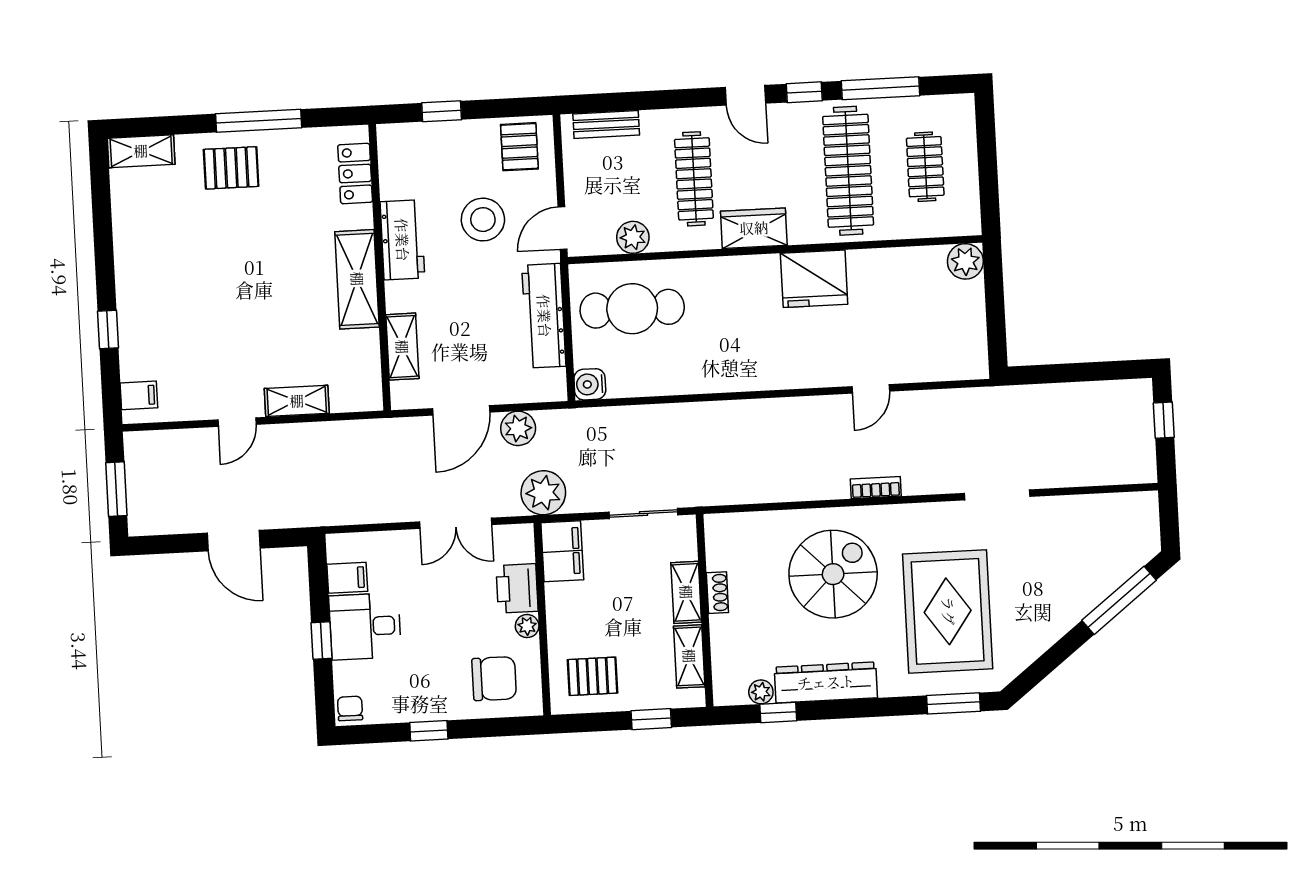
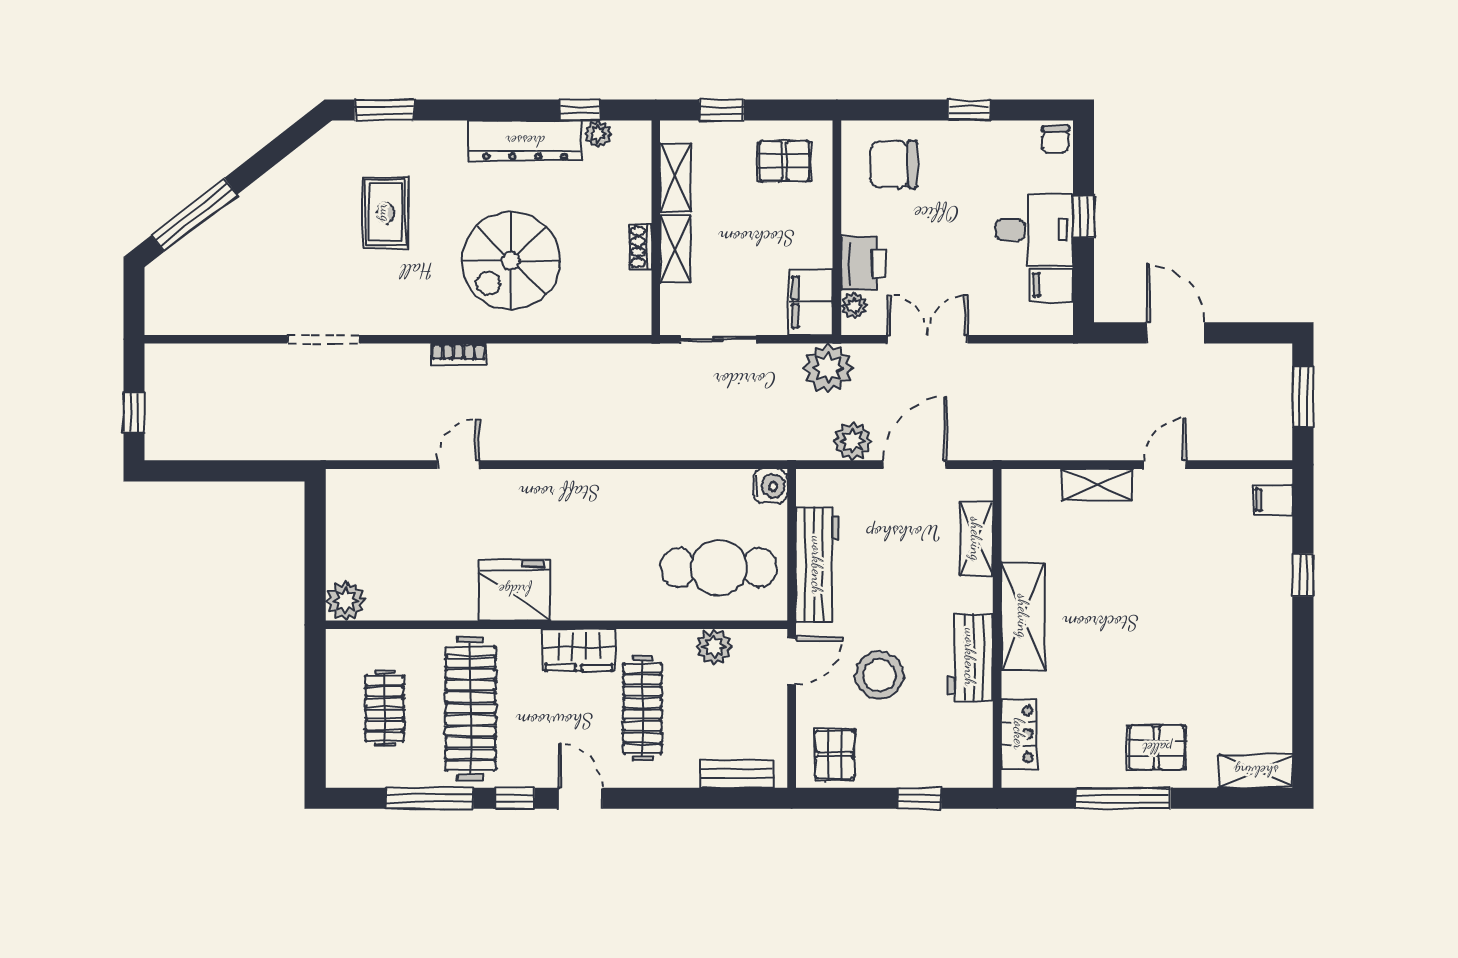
rug: (948, 611) -> (386, 213), width x0.54, depth x0.49
plant: (527, 626) -> (854, 306), moved

